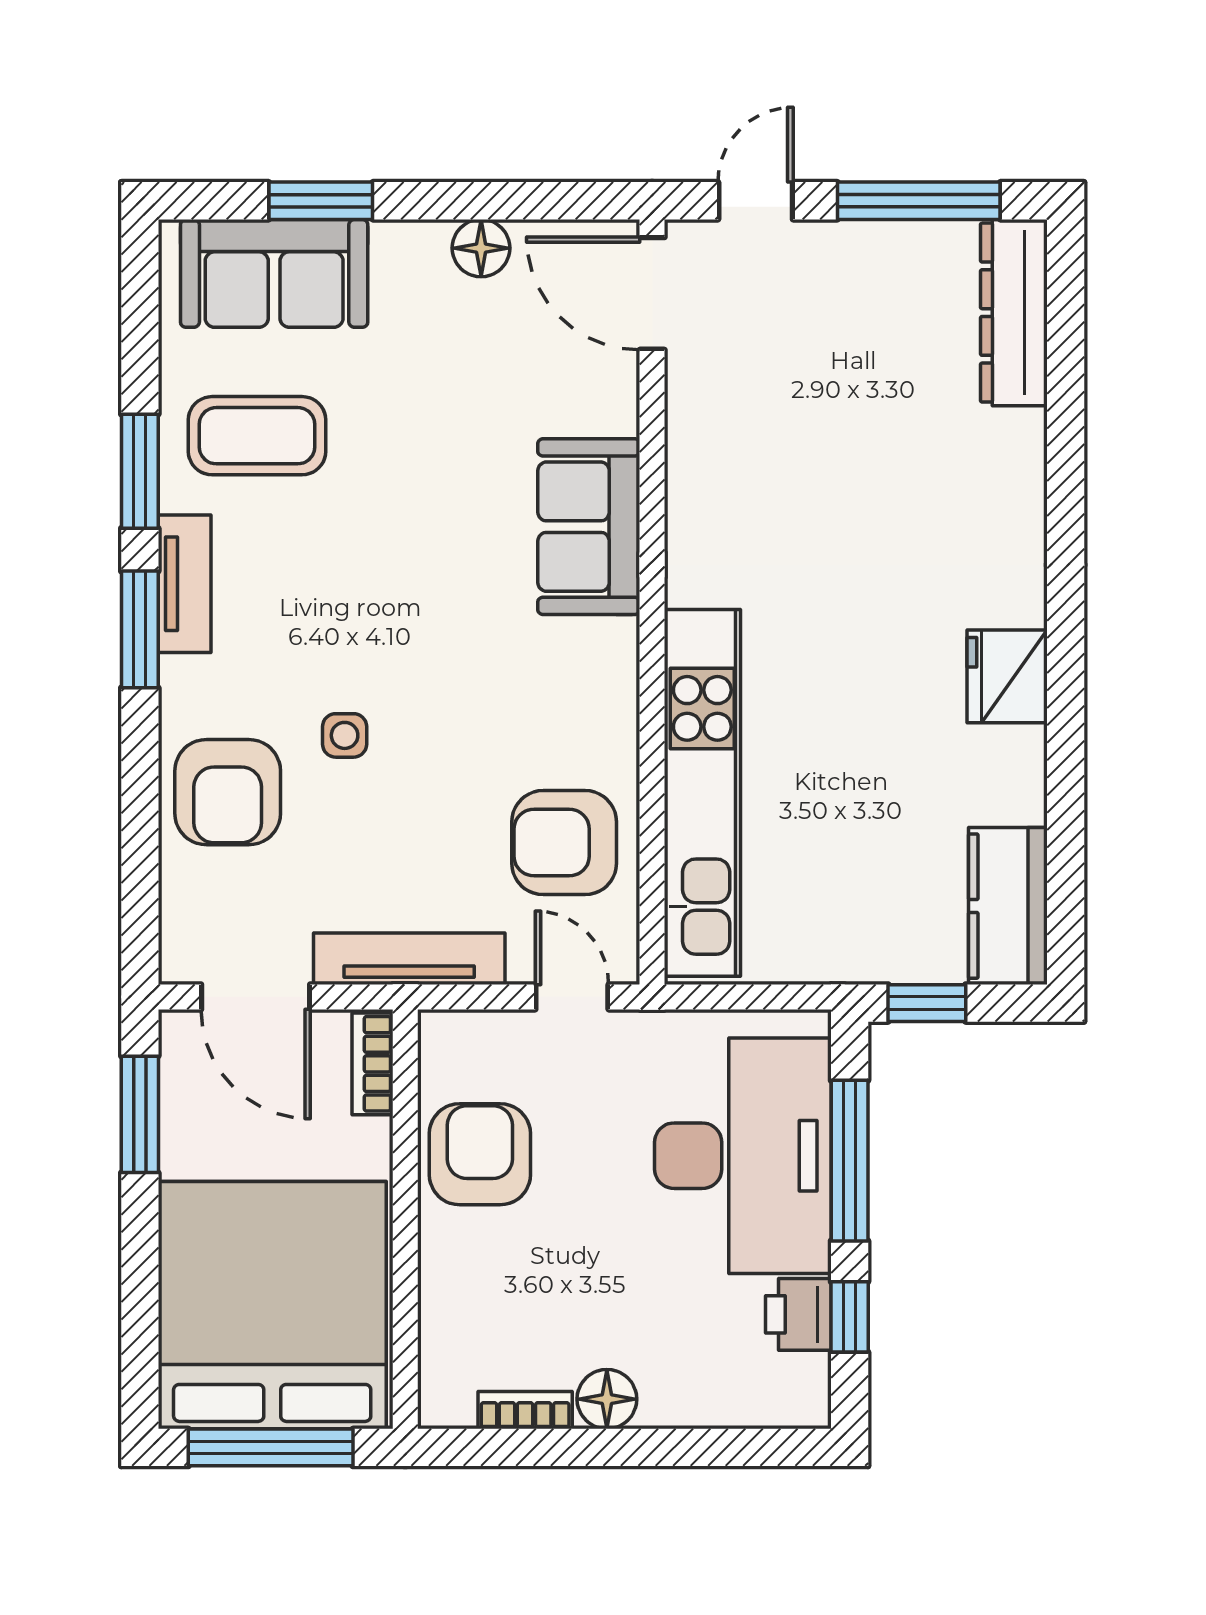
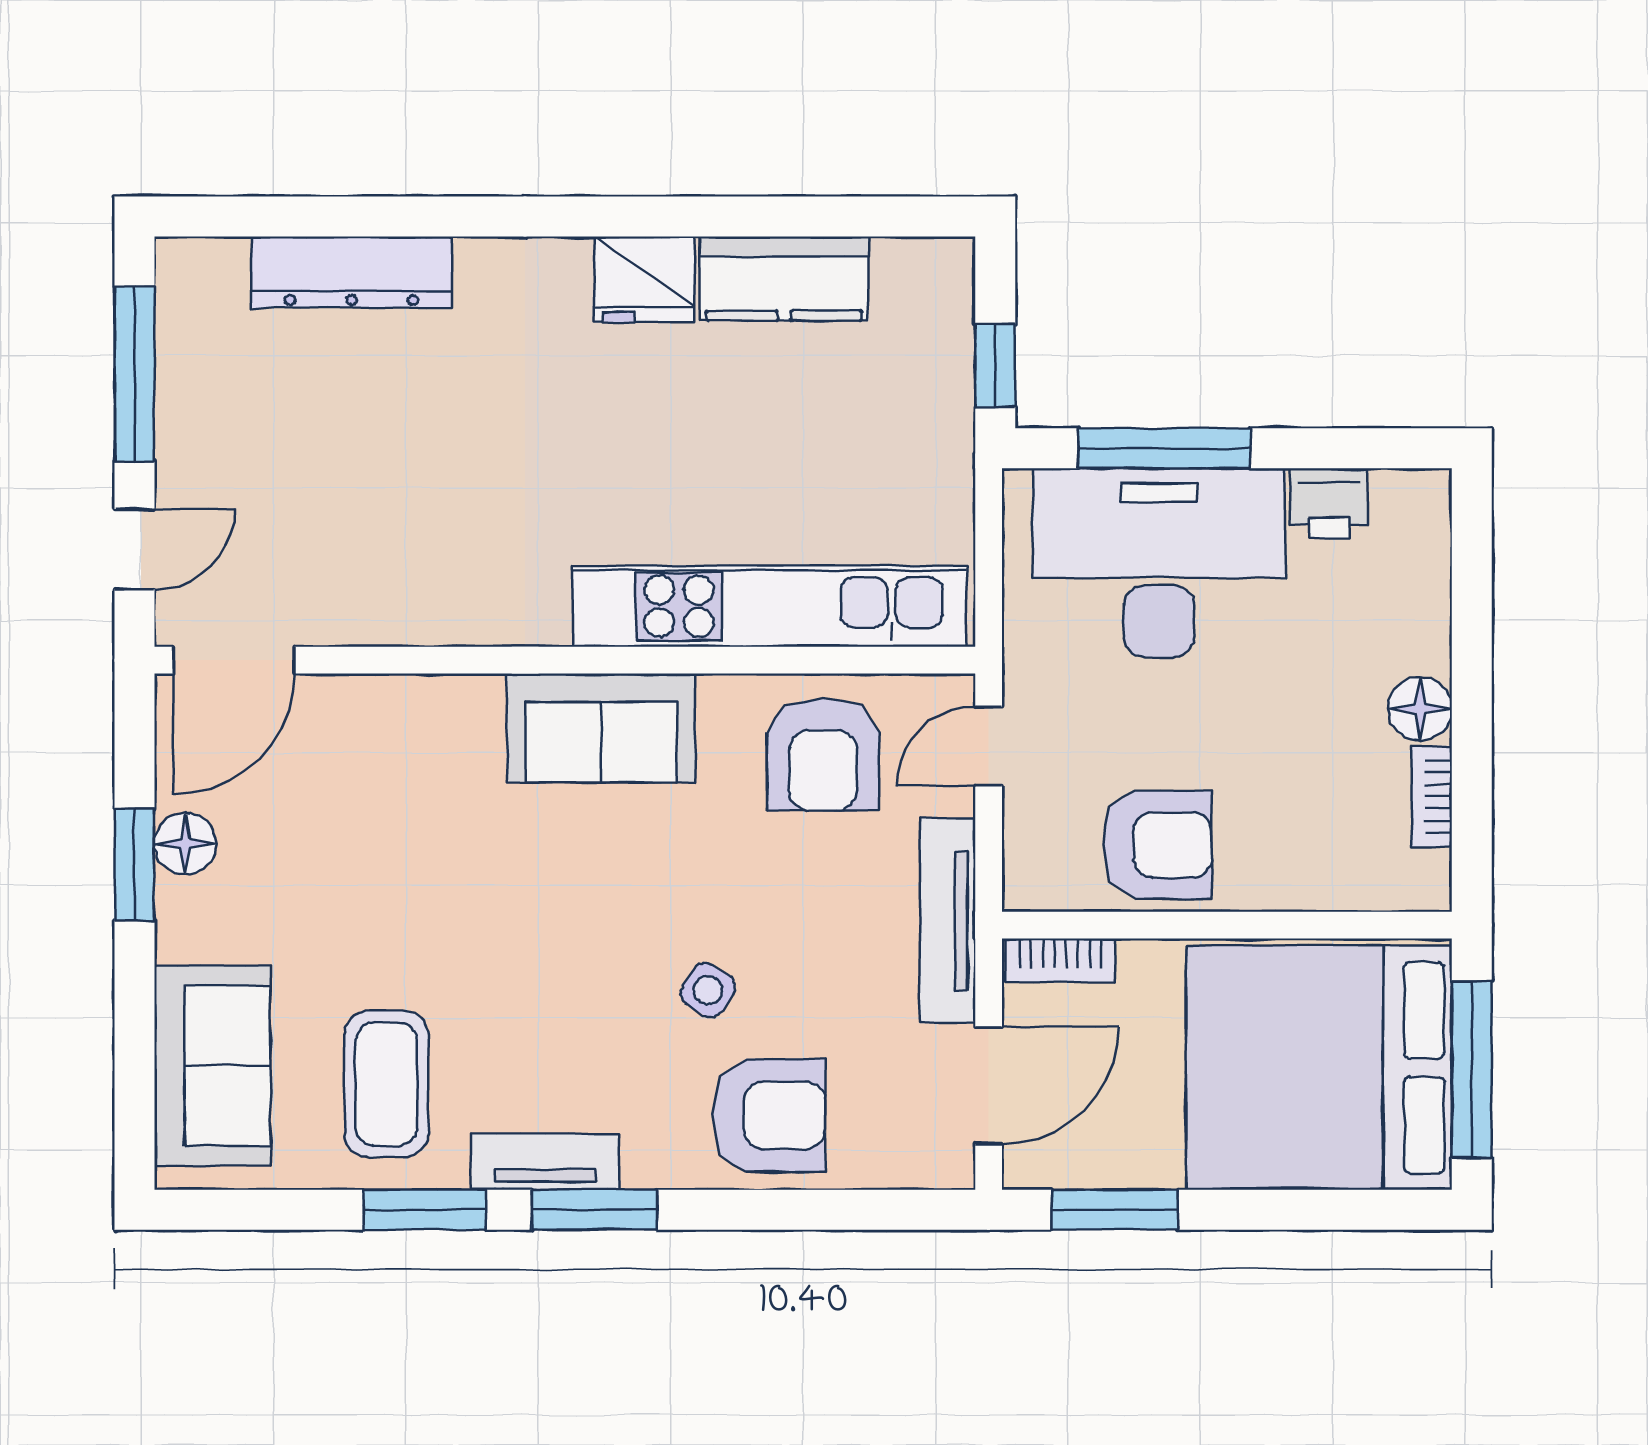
window: (321, 201) -> (134, 864), moved
door: (756, 201) -> (134, 549), swing flipped
dresser: (1014, 313) -> (352, 272), moved
sofa: (589, 527) -> (601, 728), moved
side table: (345, 735) -> (708, 990), turned 32
kitchen counter: (1008, 906) -> (784, 279), moved
armchair: (480, 1154) -> (1157, 845), turned 180
window: (850, 1317) -> (1332, 448), removed

